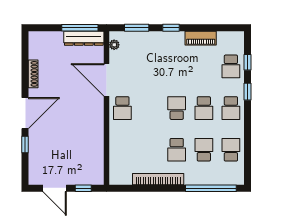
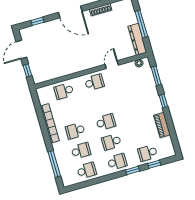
window: (80, 28) -> (141, 24), moved
door: (107, 80) -> (112, 65), width x0.53
school desk: (122, 108) -> (94, 82), turned 180
school desk: (231, 108) -> (117, 162), turned 180
window: (25, 145) -> (38, 21), moved
school desk: (122, 150) -> (64, 91), added
window: (211, 188) -> (54, 164), width x0.68

